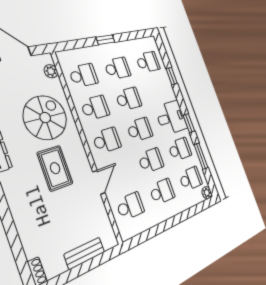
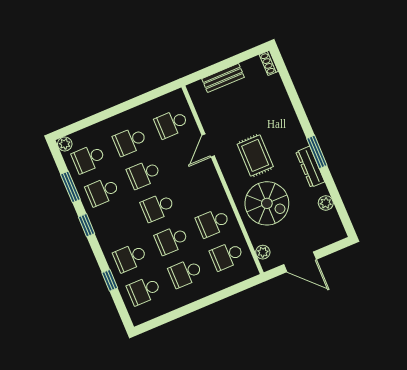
window: (105, 40) -> (201, 304), removed
spiral stairs: (45, 118) -> (267, 203), turned -90
desk: (171, 118) -> (113, 228), removed
school desk: (107, 140) -> (130, 257), moved

